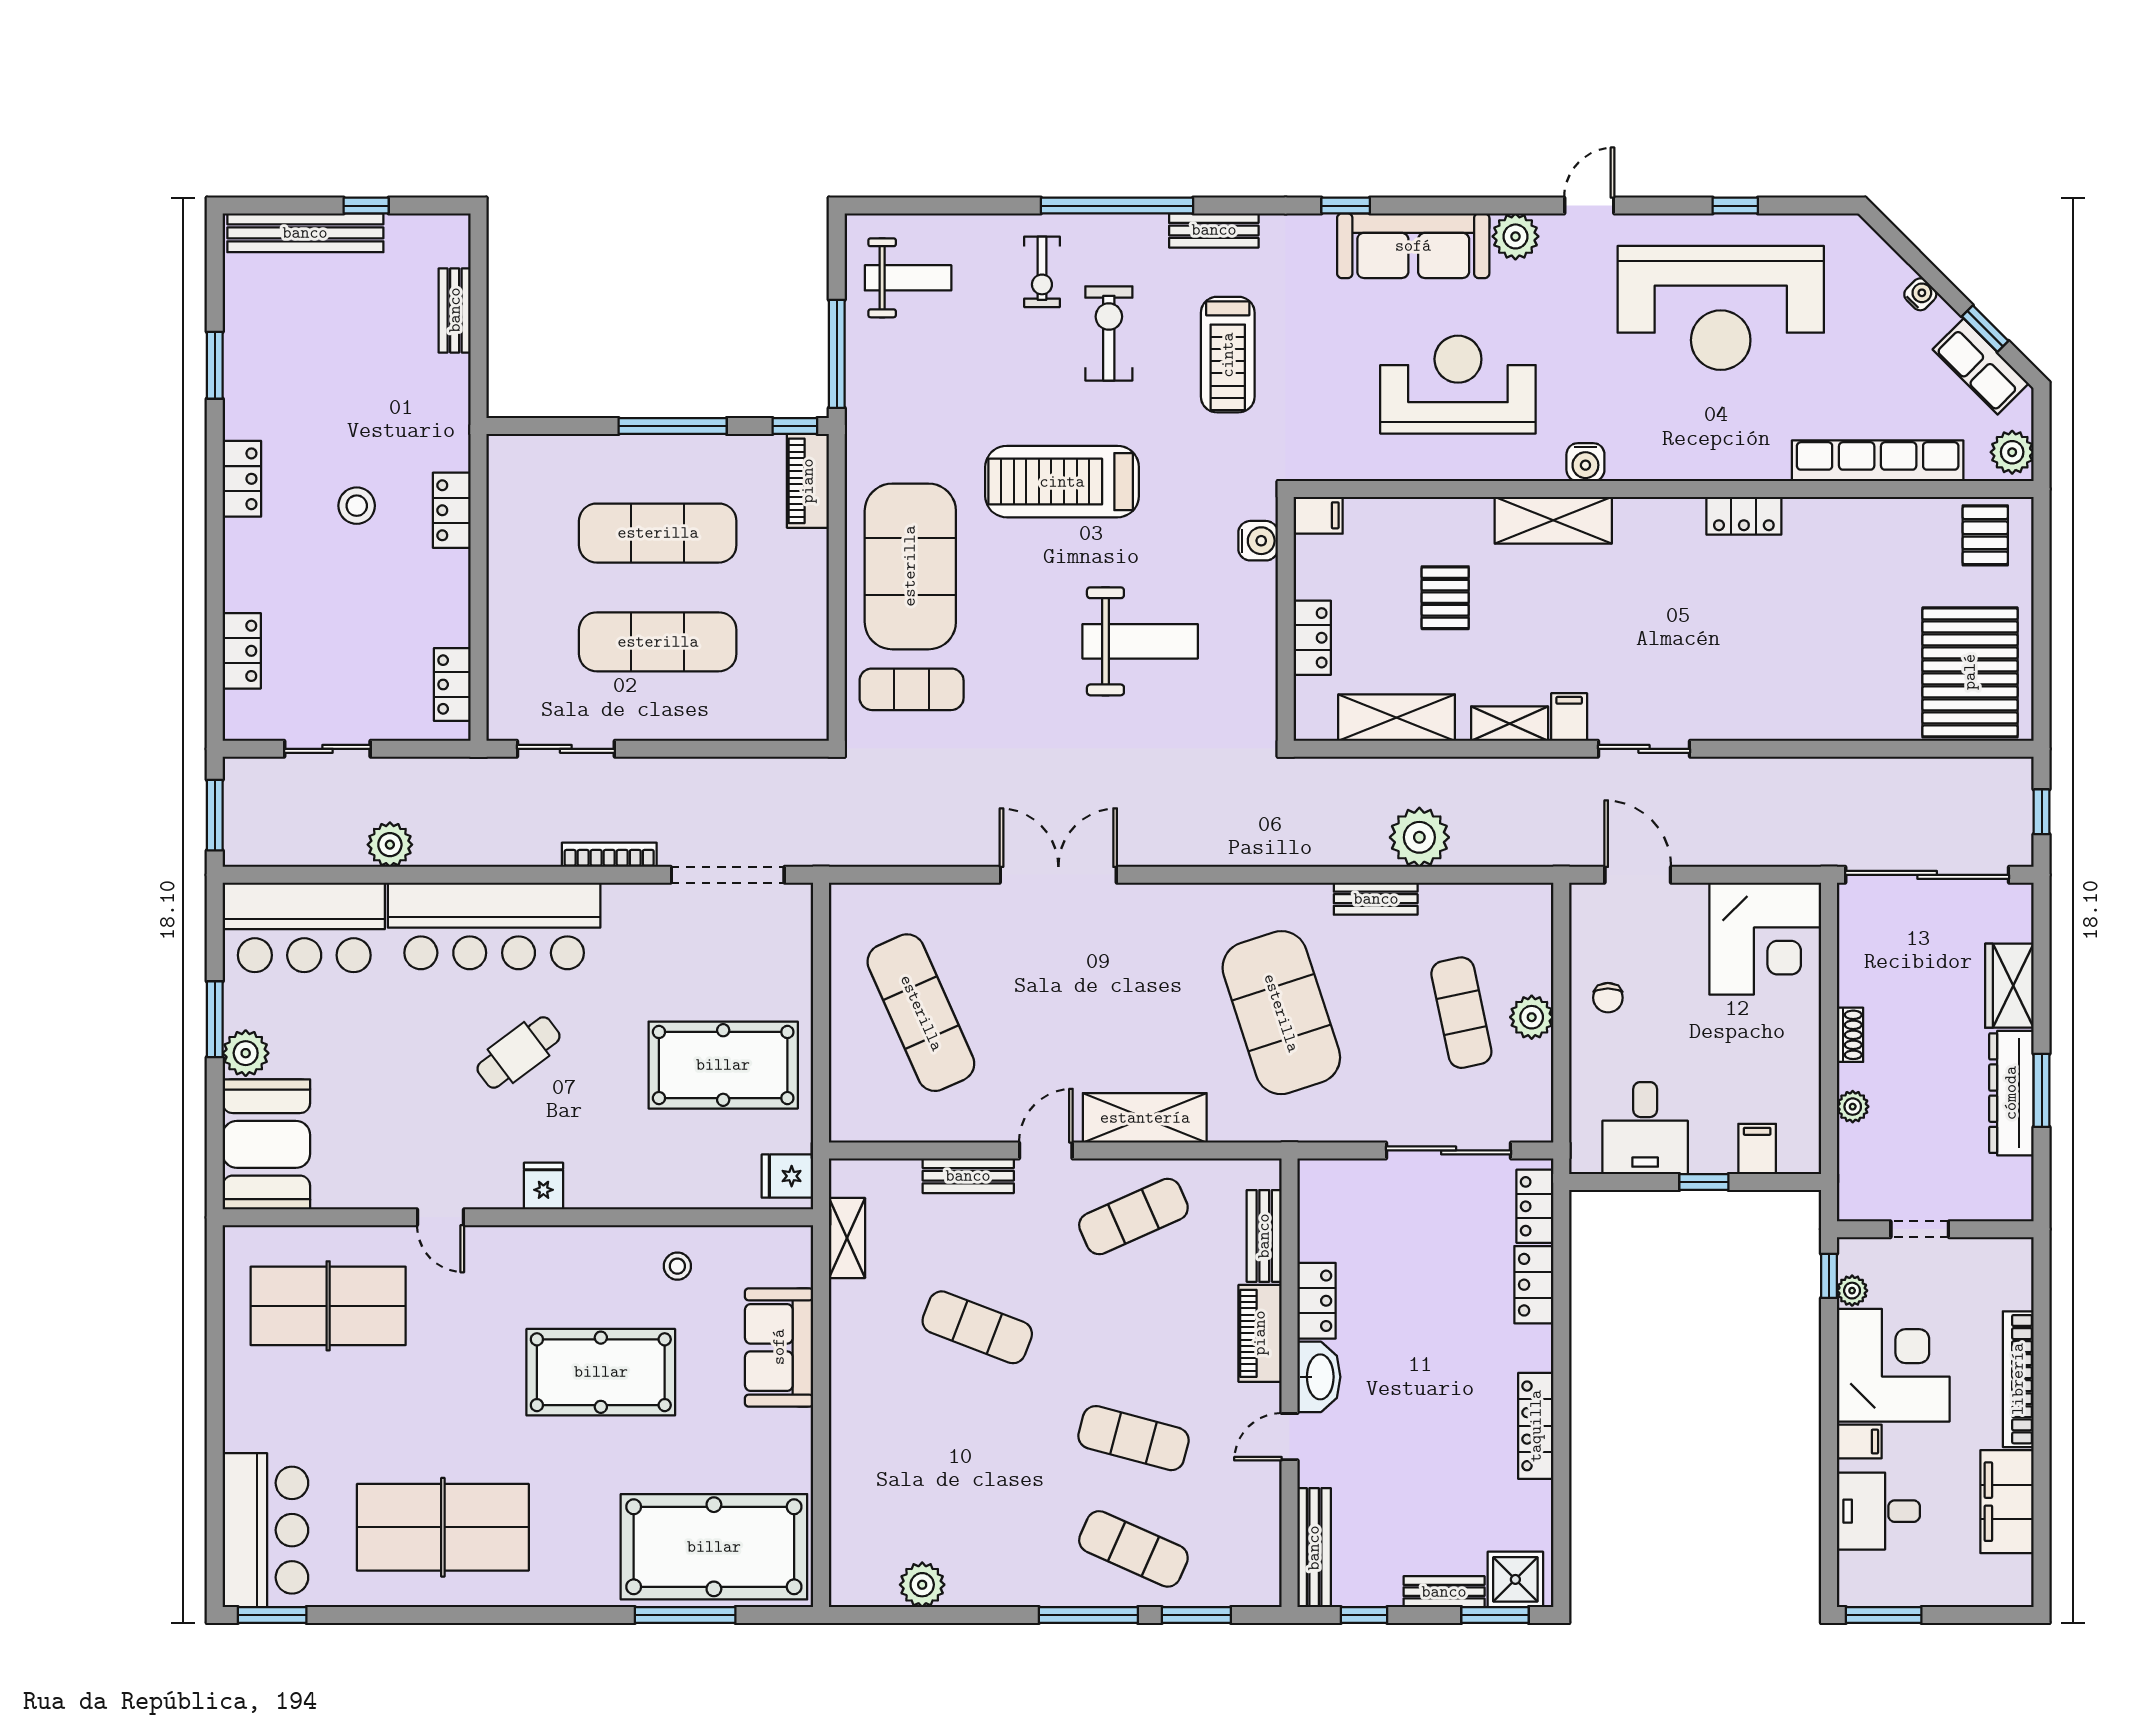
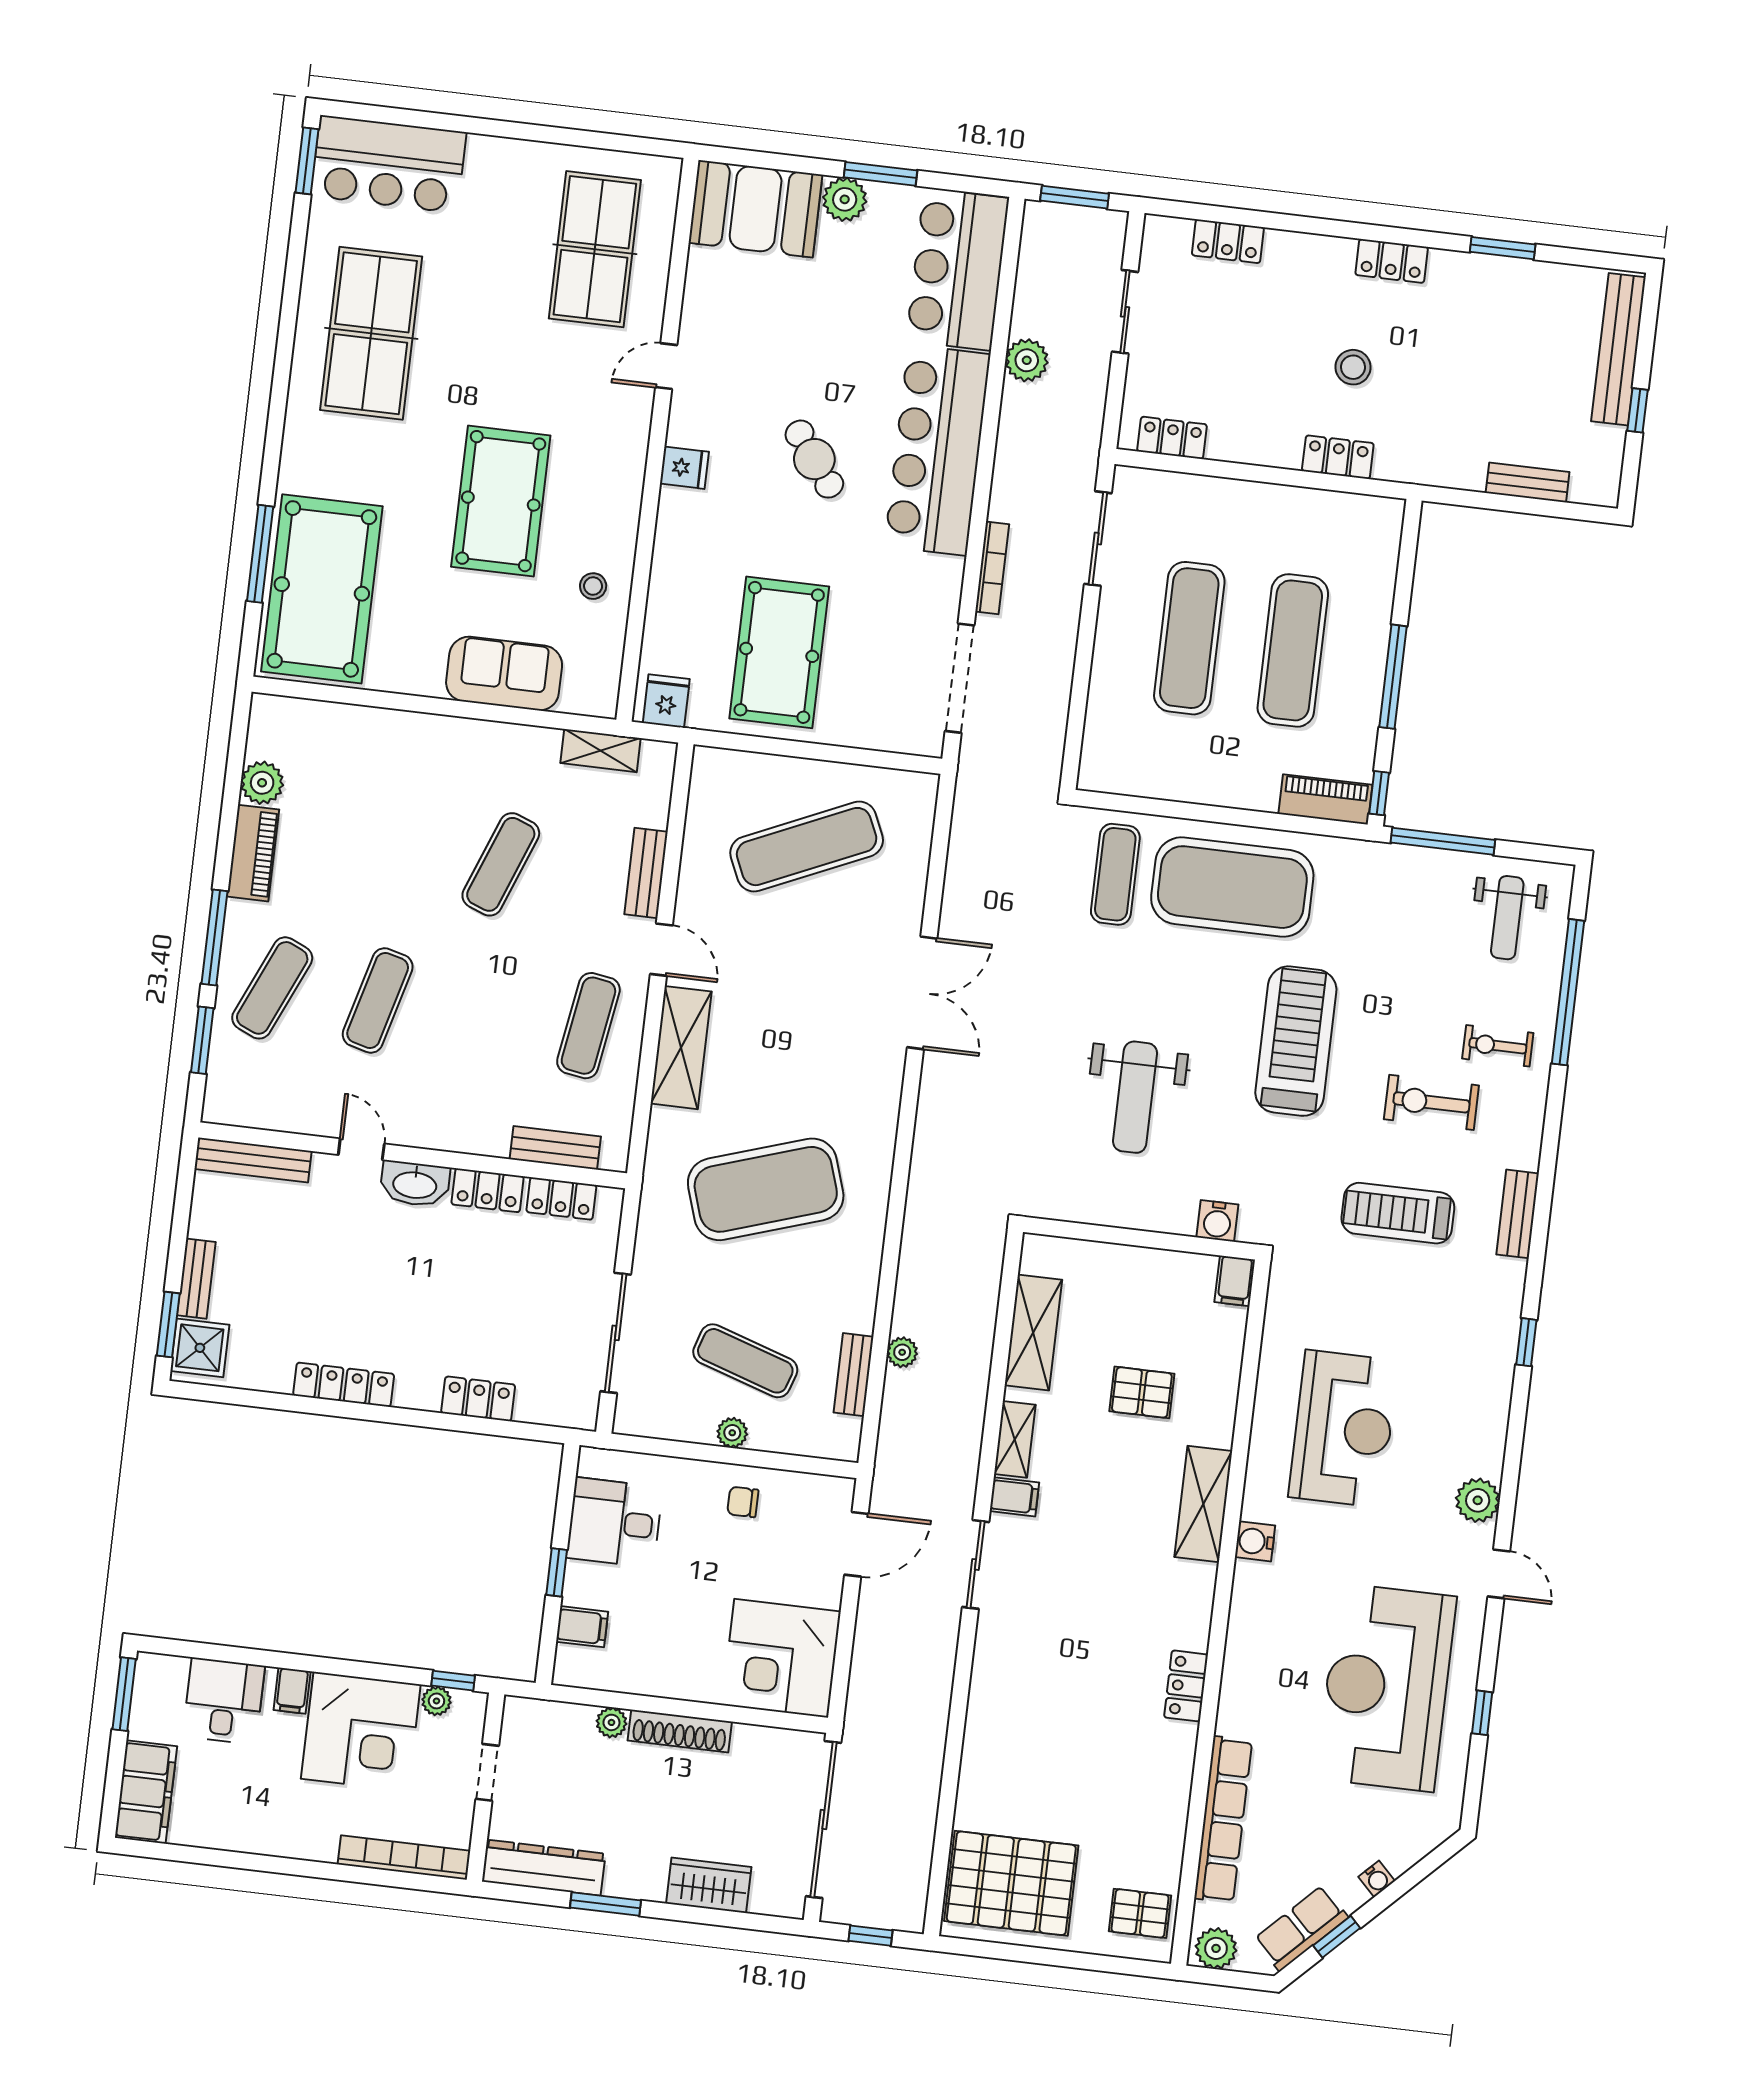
window: (1117, 206) -> (1568, 992), moved
sofa: (1413, 246) -> (1480, 1402), removed
exercise bike: (1109, 333) -> (1431, 1102), turned 180
locker: (1312, 638) -> (1119, 1261), removed
plant: (1419, 837) -> (902, 1352), width x0.53, depth x0.53
bench: (1376, 899) -> (854, 1375), moved
exercise mat: (1461, 1013) -> (745, 1361), turned 30
plant: (1532, 1017) -> (732, 1433), width x0.73, depth x0.73
shoe rack: (1850, 1035) -> (680, 1731), width x1.94, depth x1.24
dresser: (2011, 1093) -> (544, 1868), moved
locker: (1535, 1206) -> (561, 1199), moved, turned 180
exercise mat: (1133, 1217) -> (588, 1026), turned 33
piano: (1260, 1333) -> (253, 853), moved, turned 90
bookcase: (2018, 1379) -> (404, 1858), moved
filing cabinet: (2007, 1502) -> (146, 1792), moved, turned 90
window: (1364, 1615) -> (183, 1200), removed

